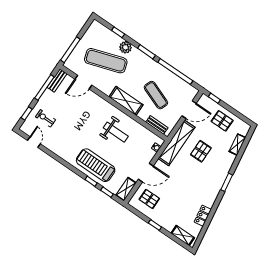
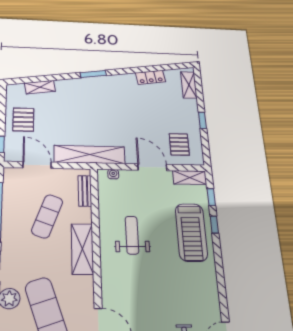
pallet: (201, 151) -> (79, 121), removed

